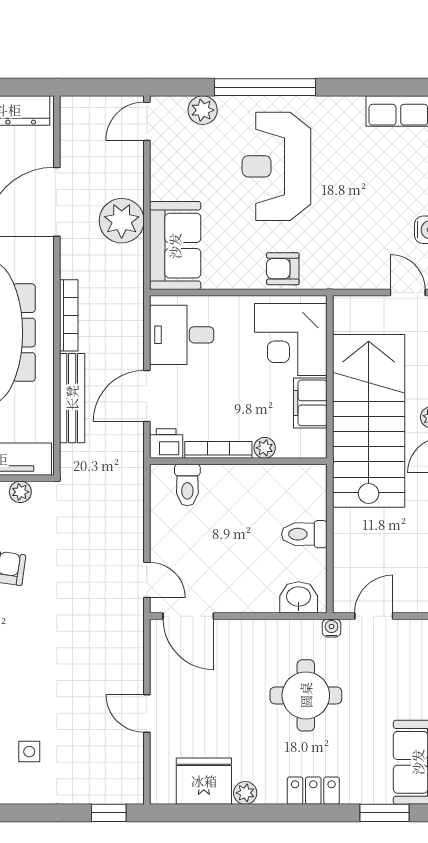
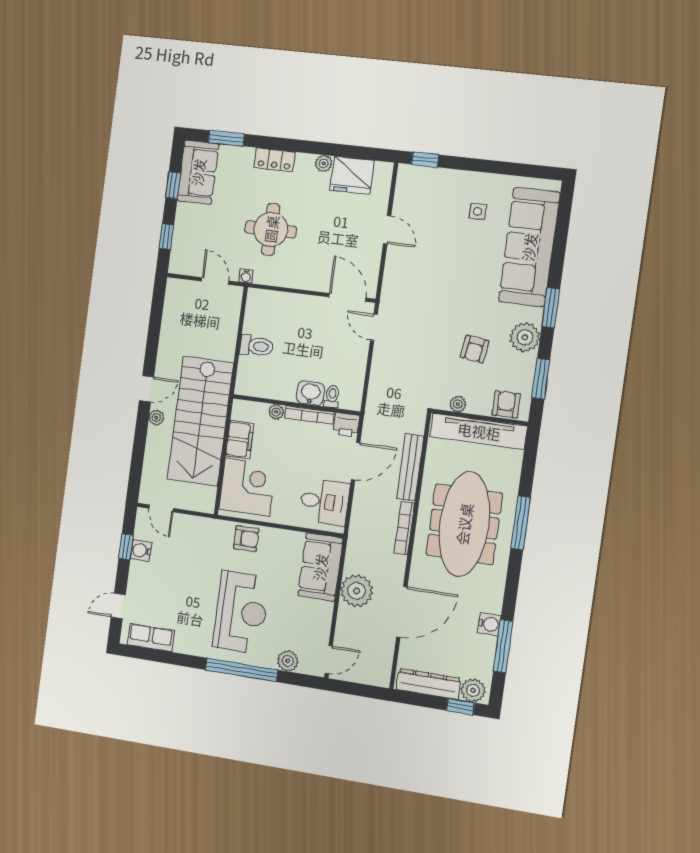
toilet: (187, 485) -> (332, 397), width x0.73, depth x0.72
washbasin: (299, 597) -> (310, 393), moved, turned 180
door: (374, 616) -> (215, 281), swing flipped

